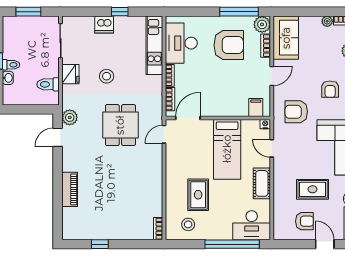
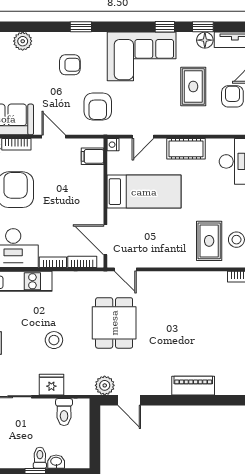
dining table: (120, 125) -> (114, 323), turned 90
rug: (198, 195) -> (209, 241), moved, turned 90

